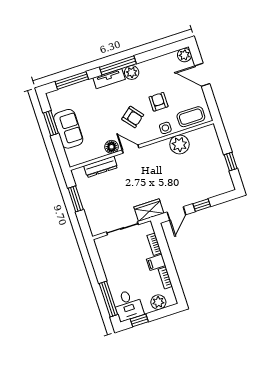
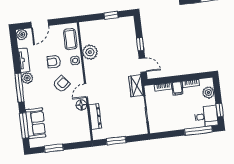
tv unit: (109, 79) -> (24, 60), moved
sofa: (68, 129) -> (36, 123), moved, turned 90

